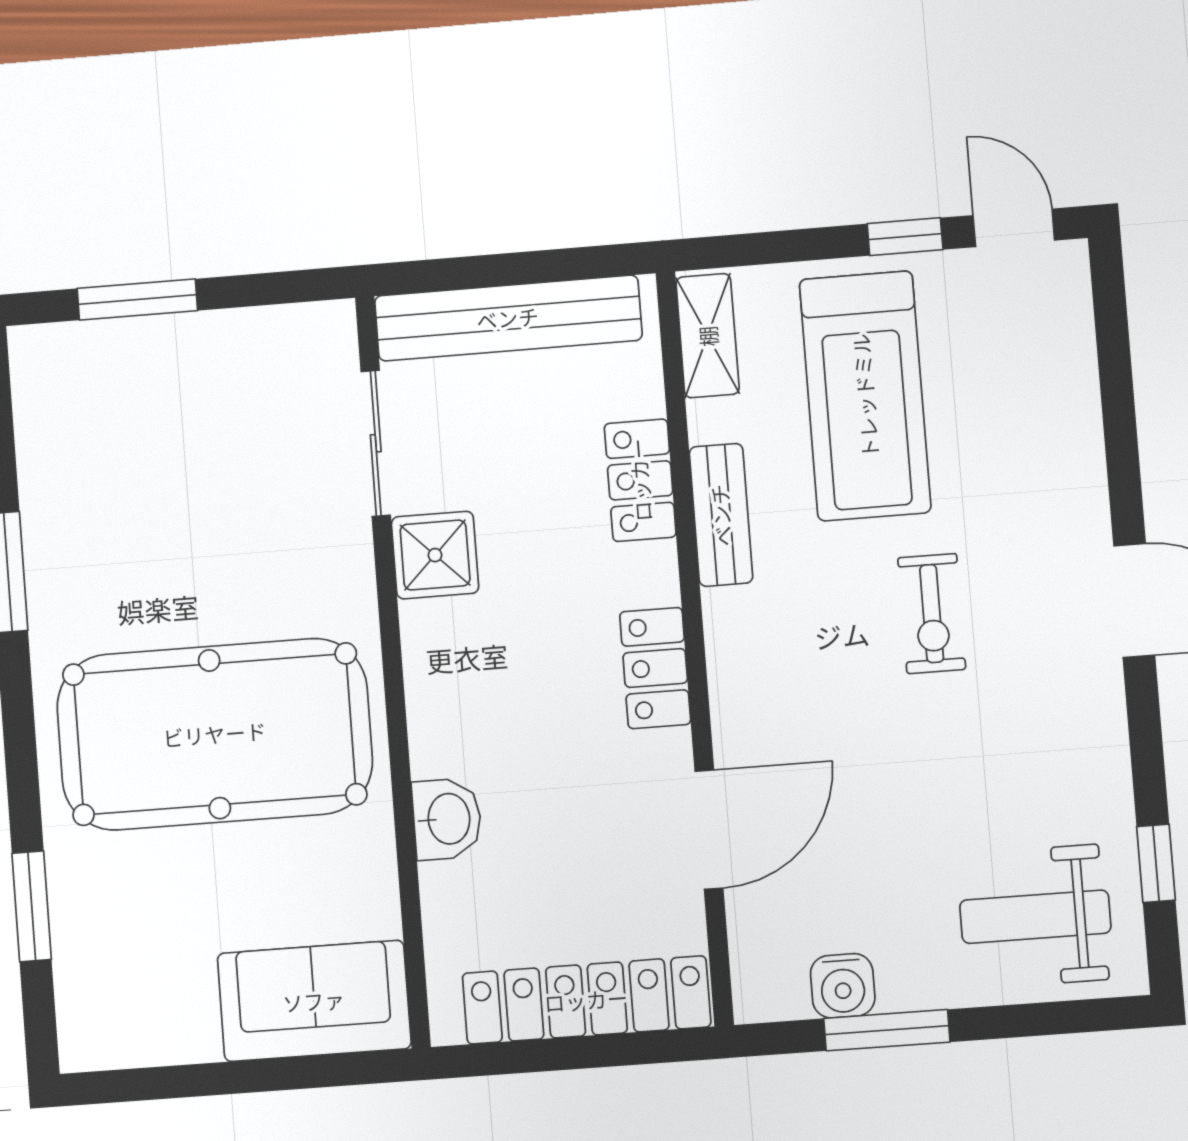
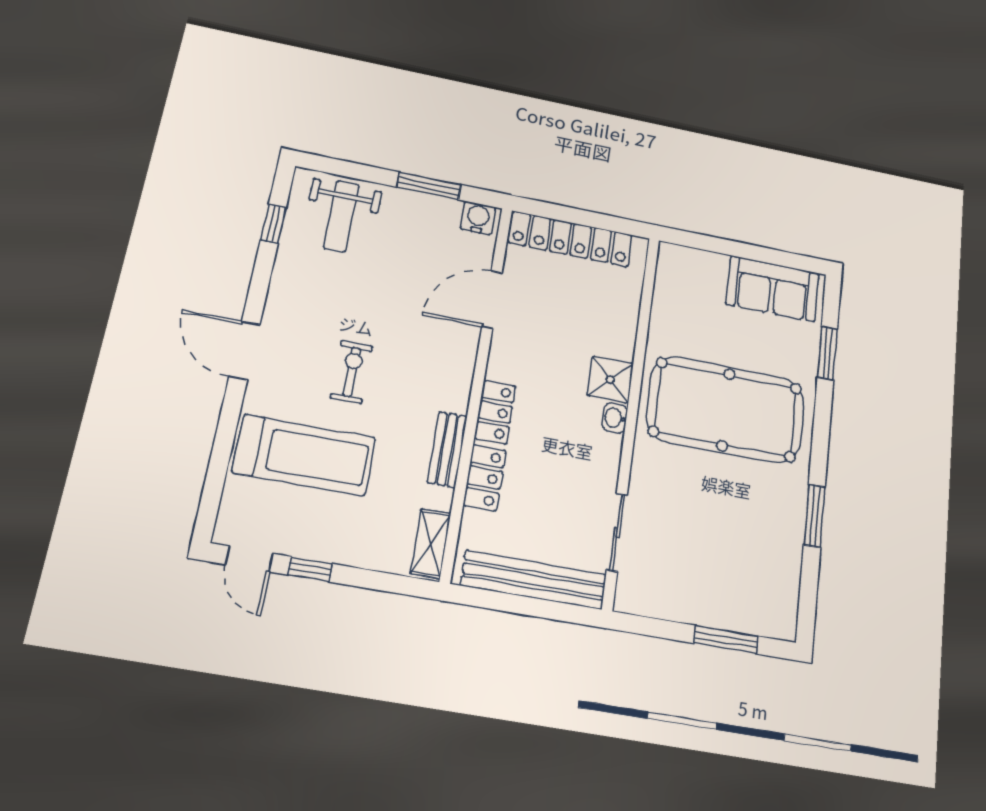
treadmill: (865, 396) -> (304, 455), moved, turned 90
shower: (435, 555) -> (610, 380), moved
locker: (655, 668) -> (495, 412), moved
washbasin: (447, 819) -> (615, 418), moved, width x0.72, depth x0.69
weight bench: (1035, 917) -> (341, 216), turned 90
water cooler: (843, 986) -> (478, 218), moved
sofa: (314, 1001) -> (773, 289), moved

